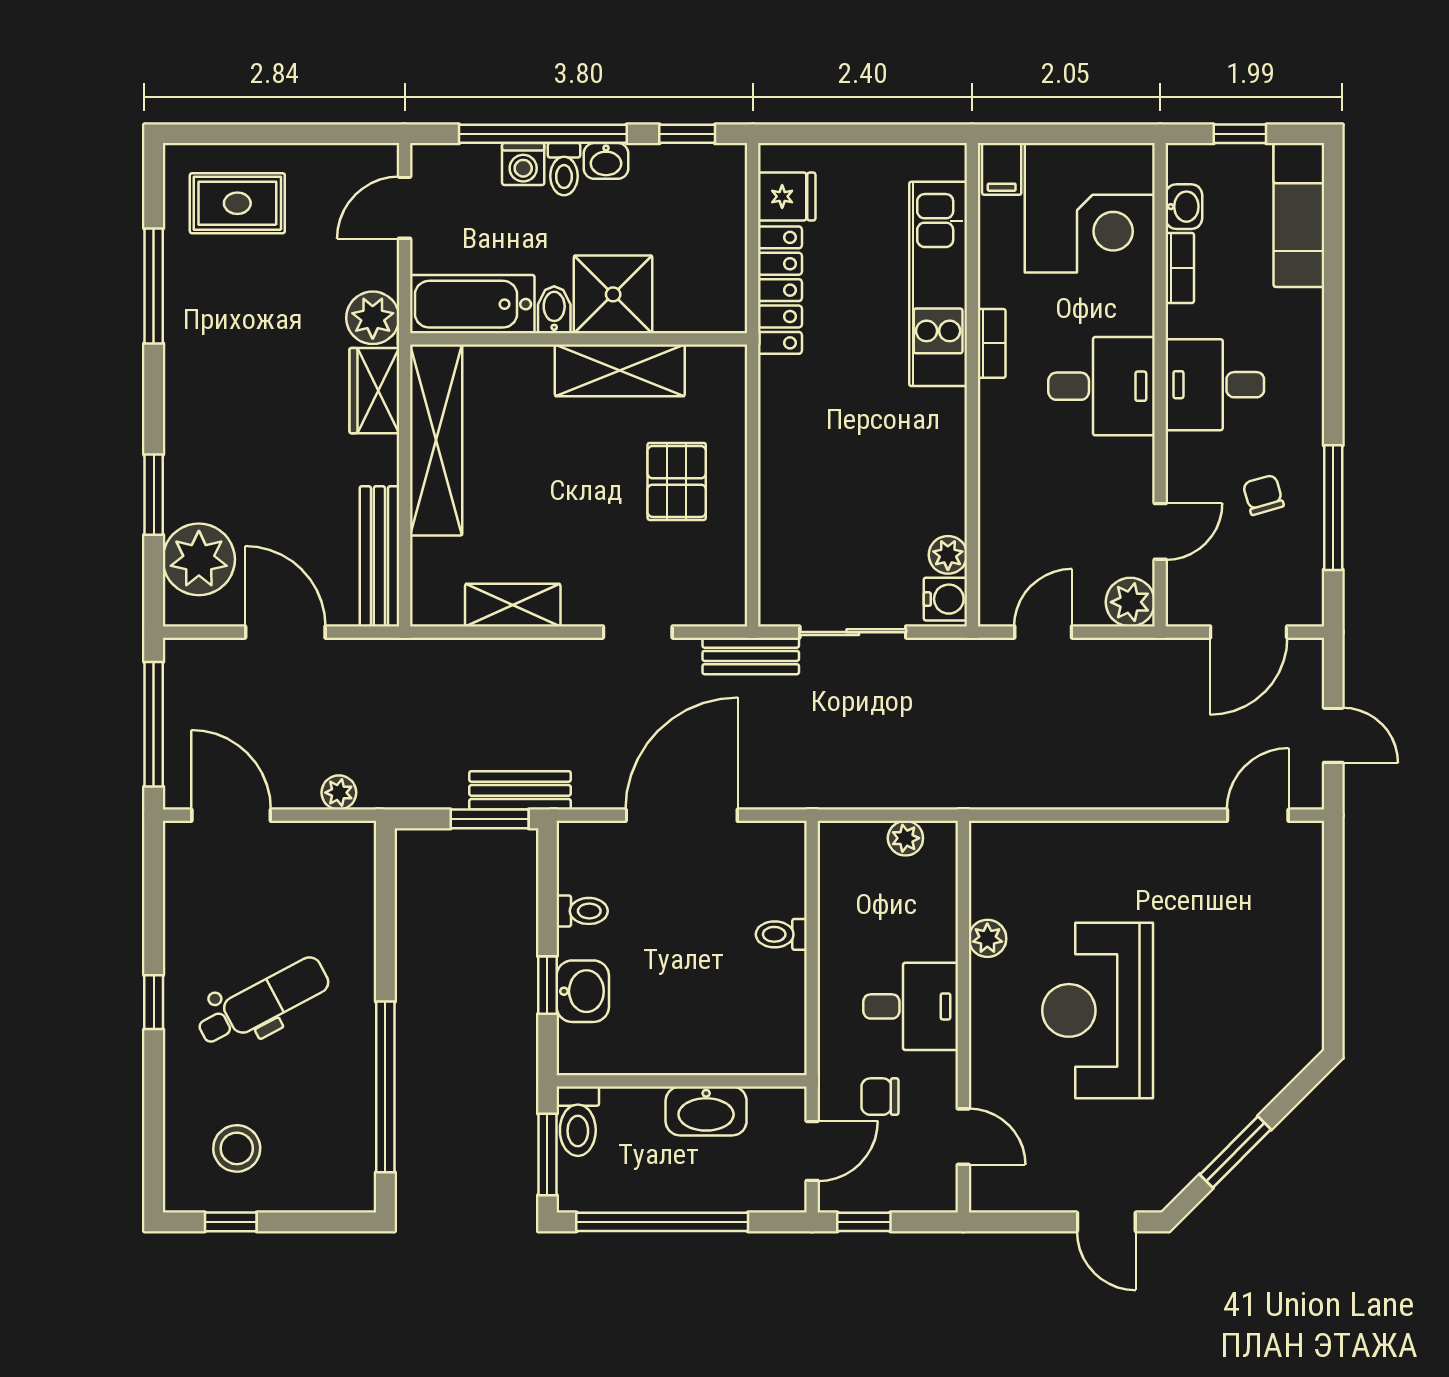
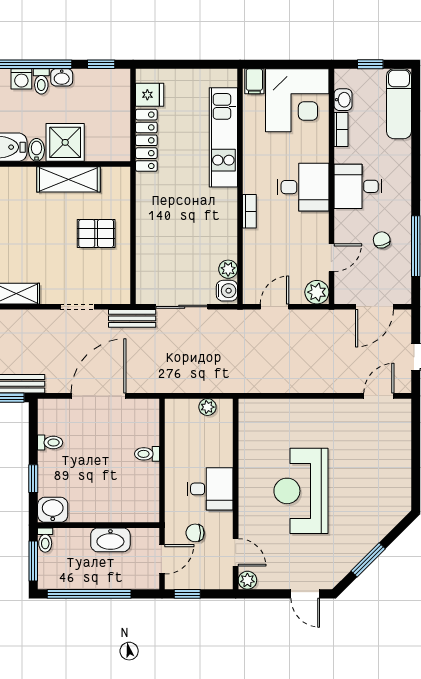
bookcase: (992, 343) -> (249, 211), moved
pallet: (677, 481) -> (96, 233), turned 90
plant: (987, 938) -> (247, 580), moved
washbasin: (583, 991) -> (53, 510), moved, turned -90
toilet: (578, 1121) -> (45, 540), width x0.73, depth x0.72

